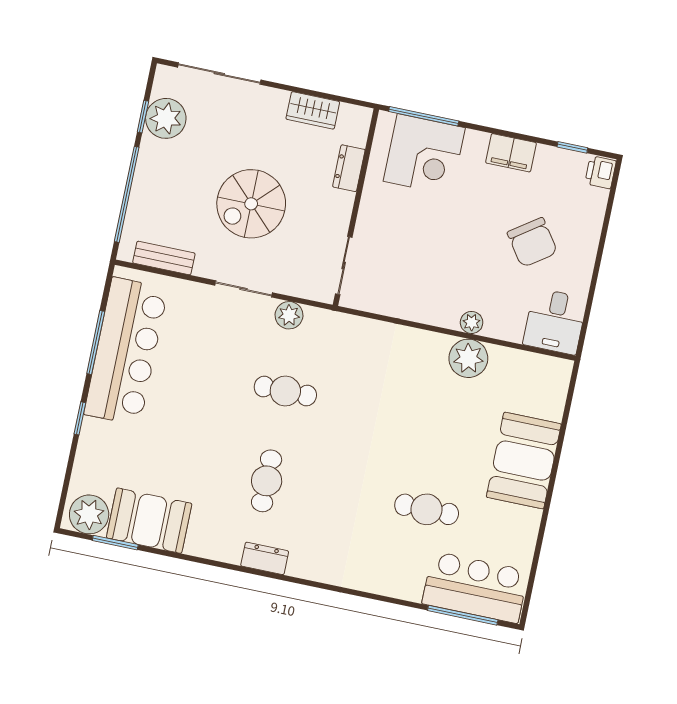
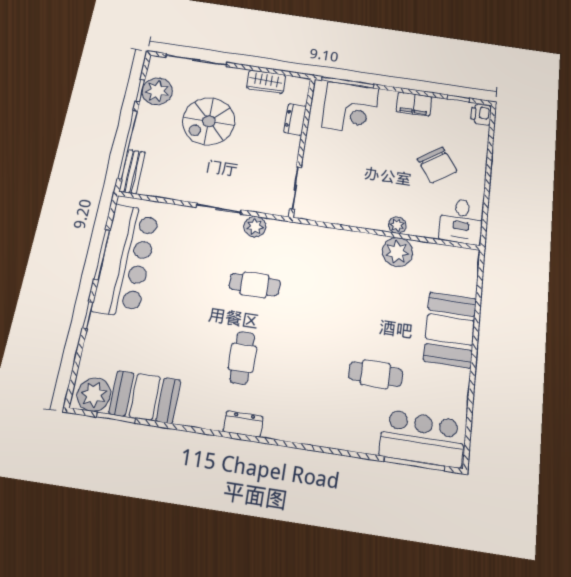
spiral stairs: (251, 204) -> (209, 121), moved
bench: (164, 258) -> (132, 172), moved, turned 90

